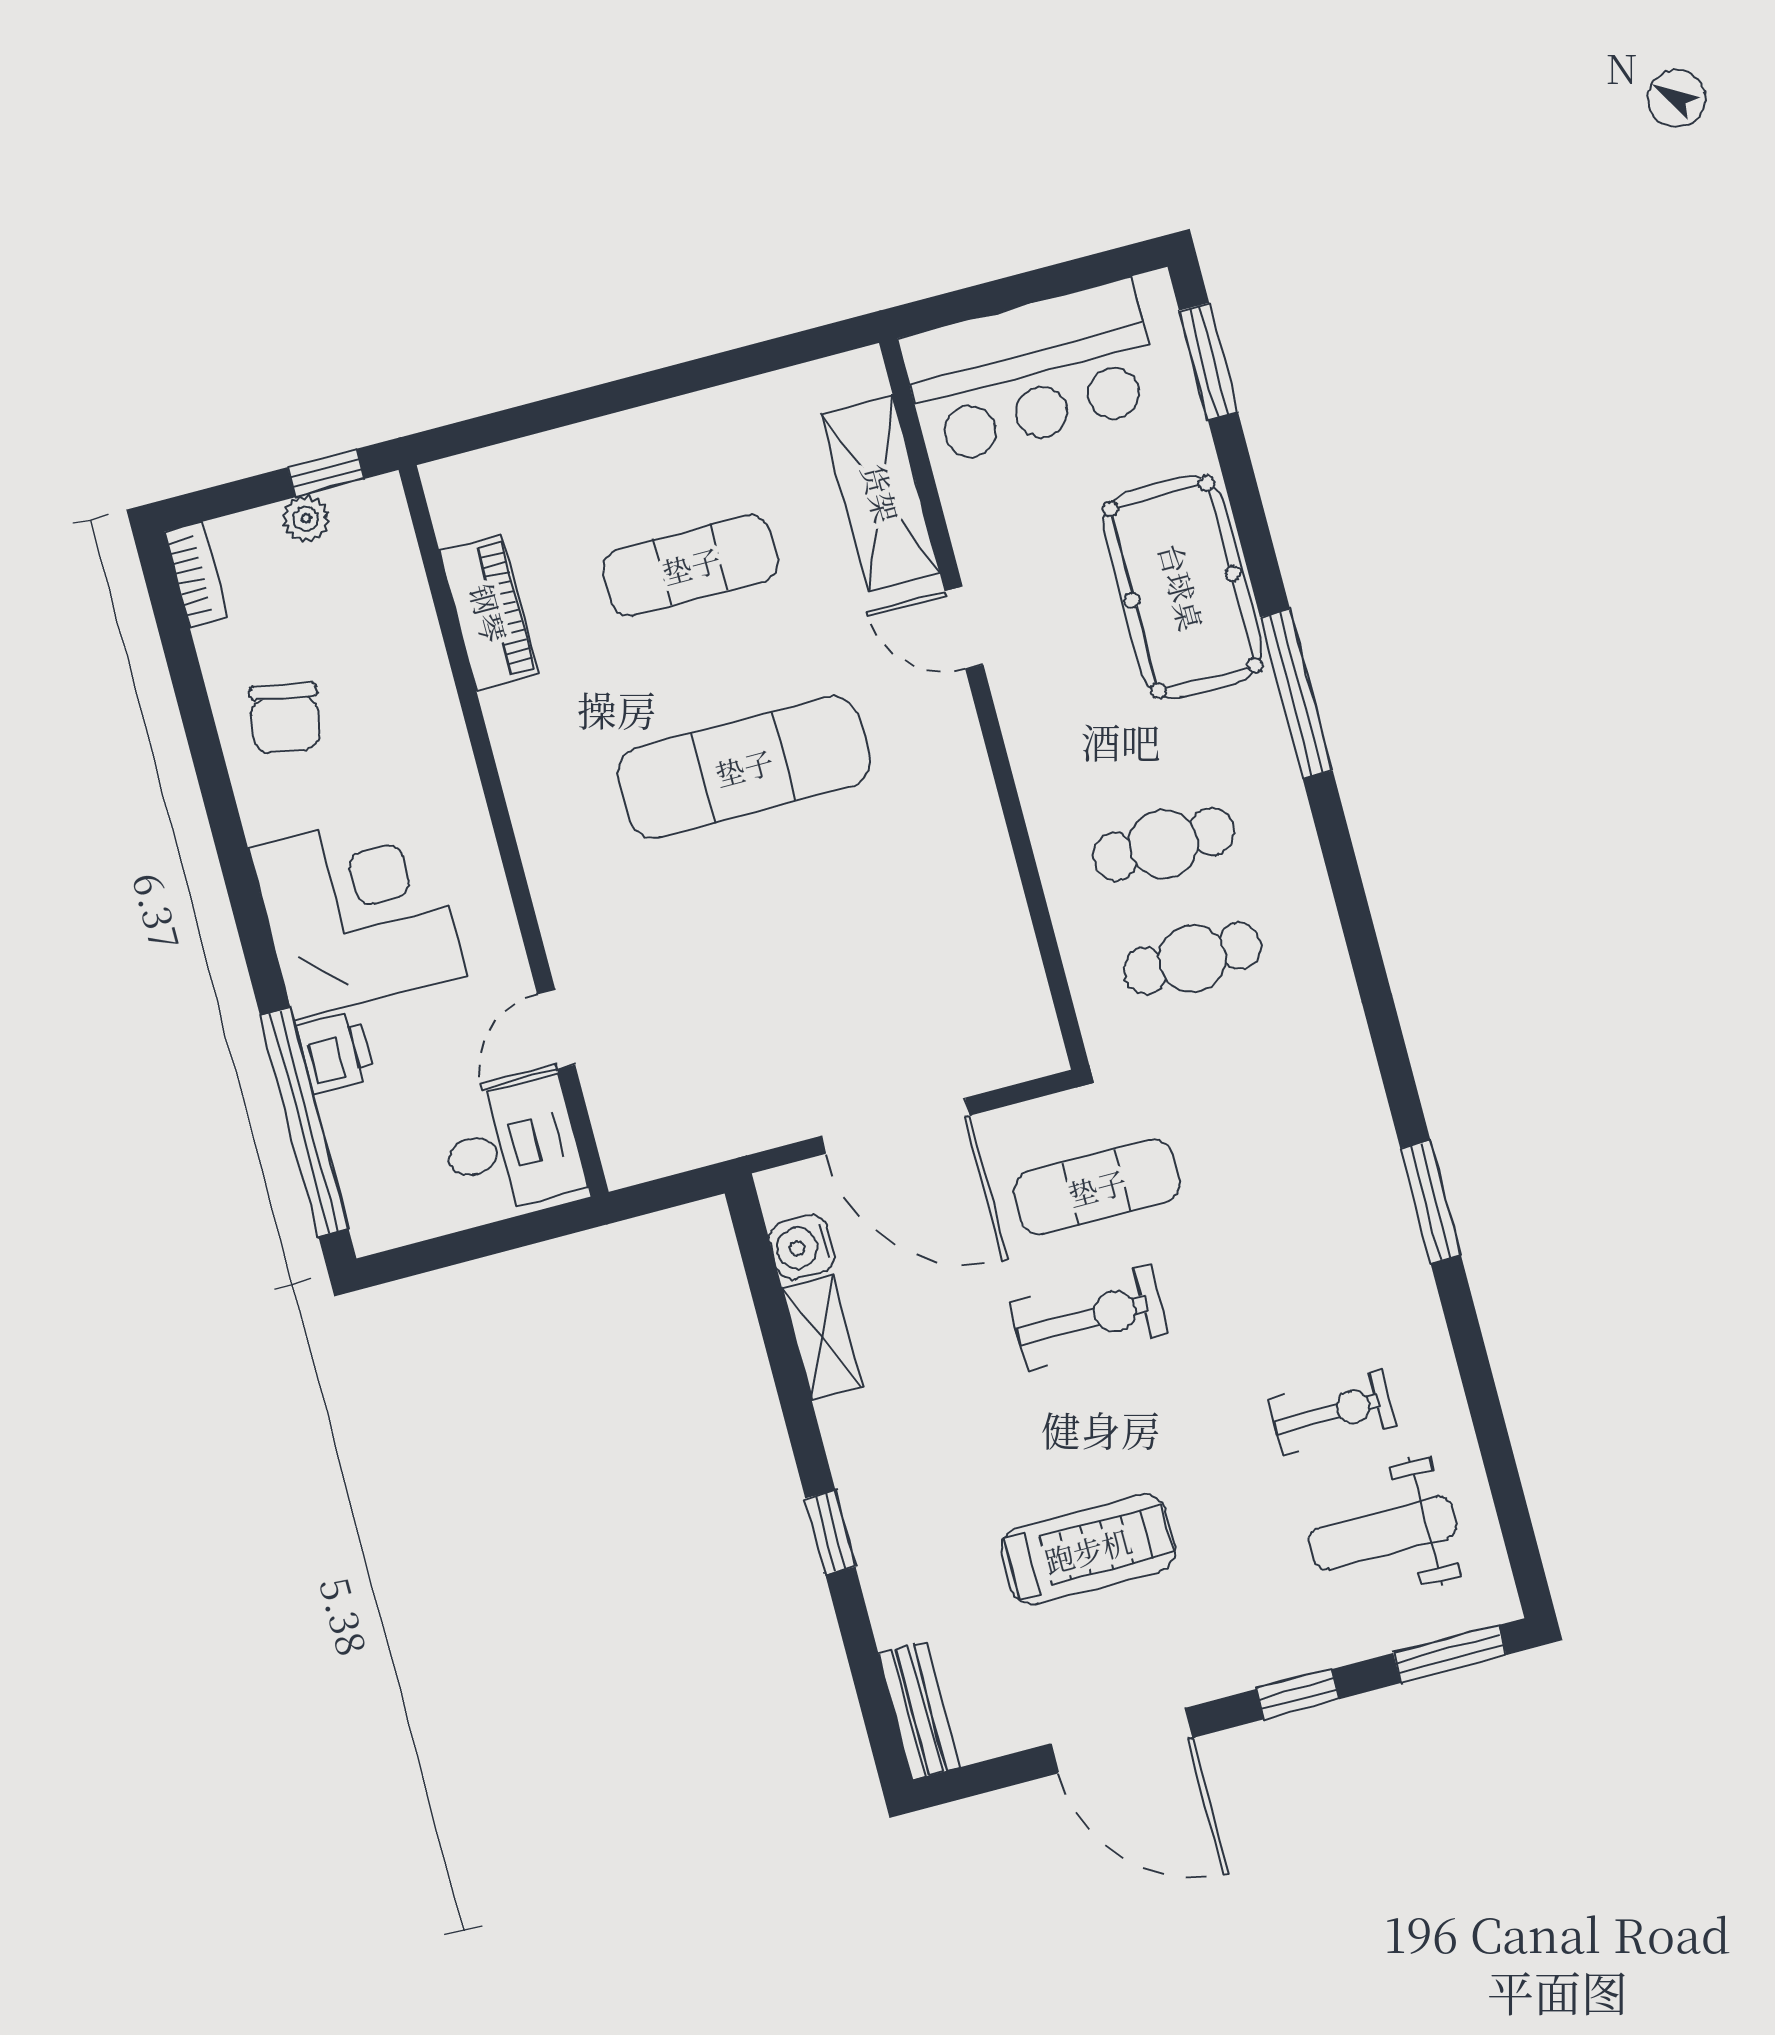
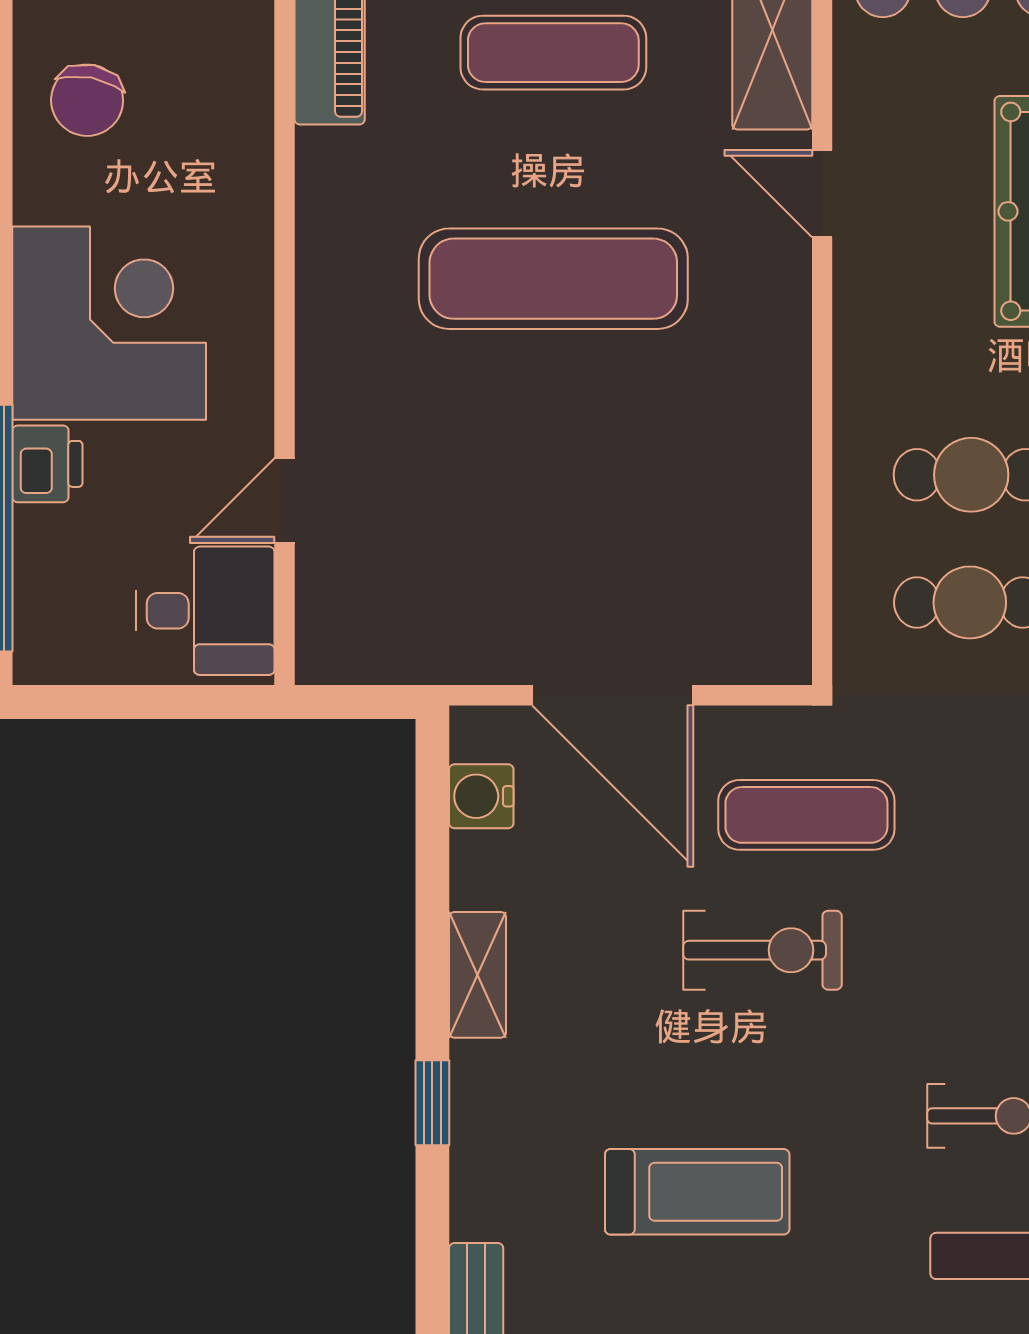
shelving: (822, 1338) -> (478, 975), moved

